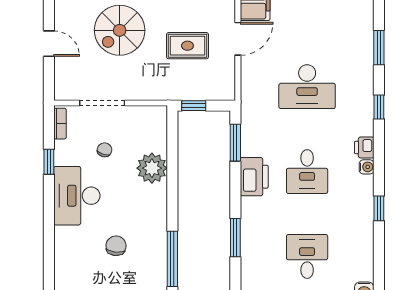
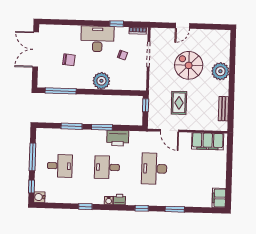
door: (238, 39) -> (170, 131), moved
window: (235, 143) -> (102, 127), moved
plant: (152, 168) -> (101, 81), moved
printer: (254, 177) -> (118, 138), moved

